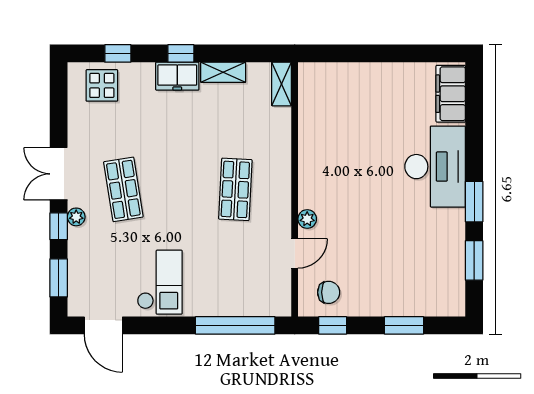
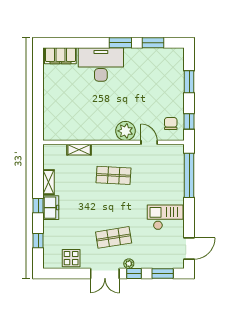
shelving: (282, 84) -> (79, 150), moved
display table: (102, 85) -> (71, 258), moved
plant: (307, 219) -> (125, 131), width x1.87, depth x1.87

